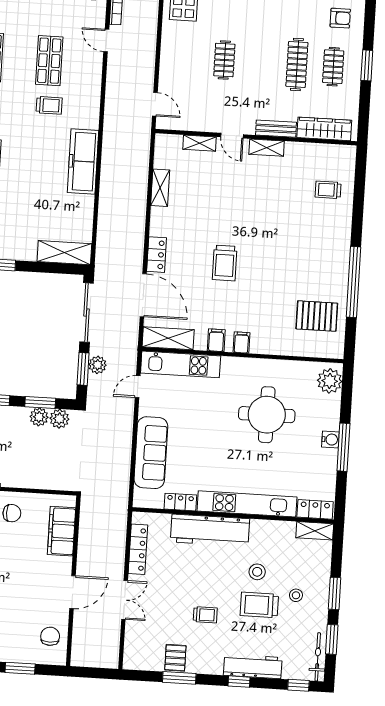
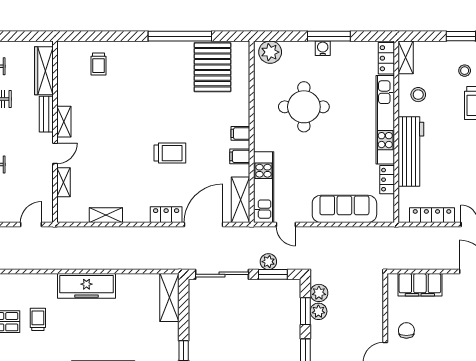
pallet: (317, 316) -> (213, 67), width x1.37, depth x1.41
stool: (257, 572) -> (418, 95), moved

